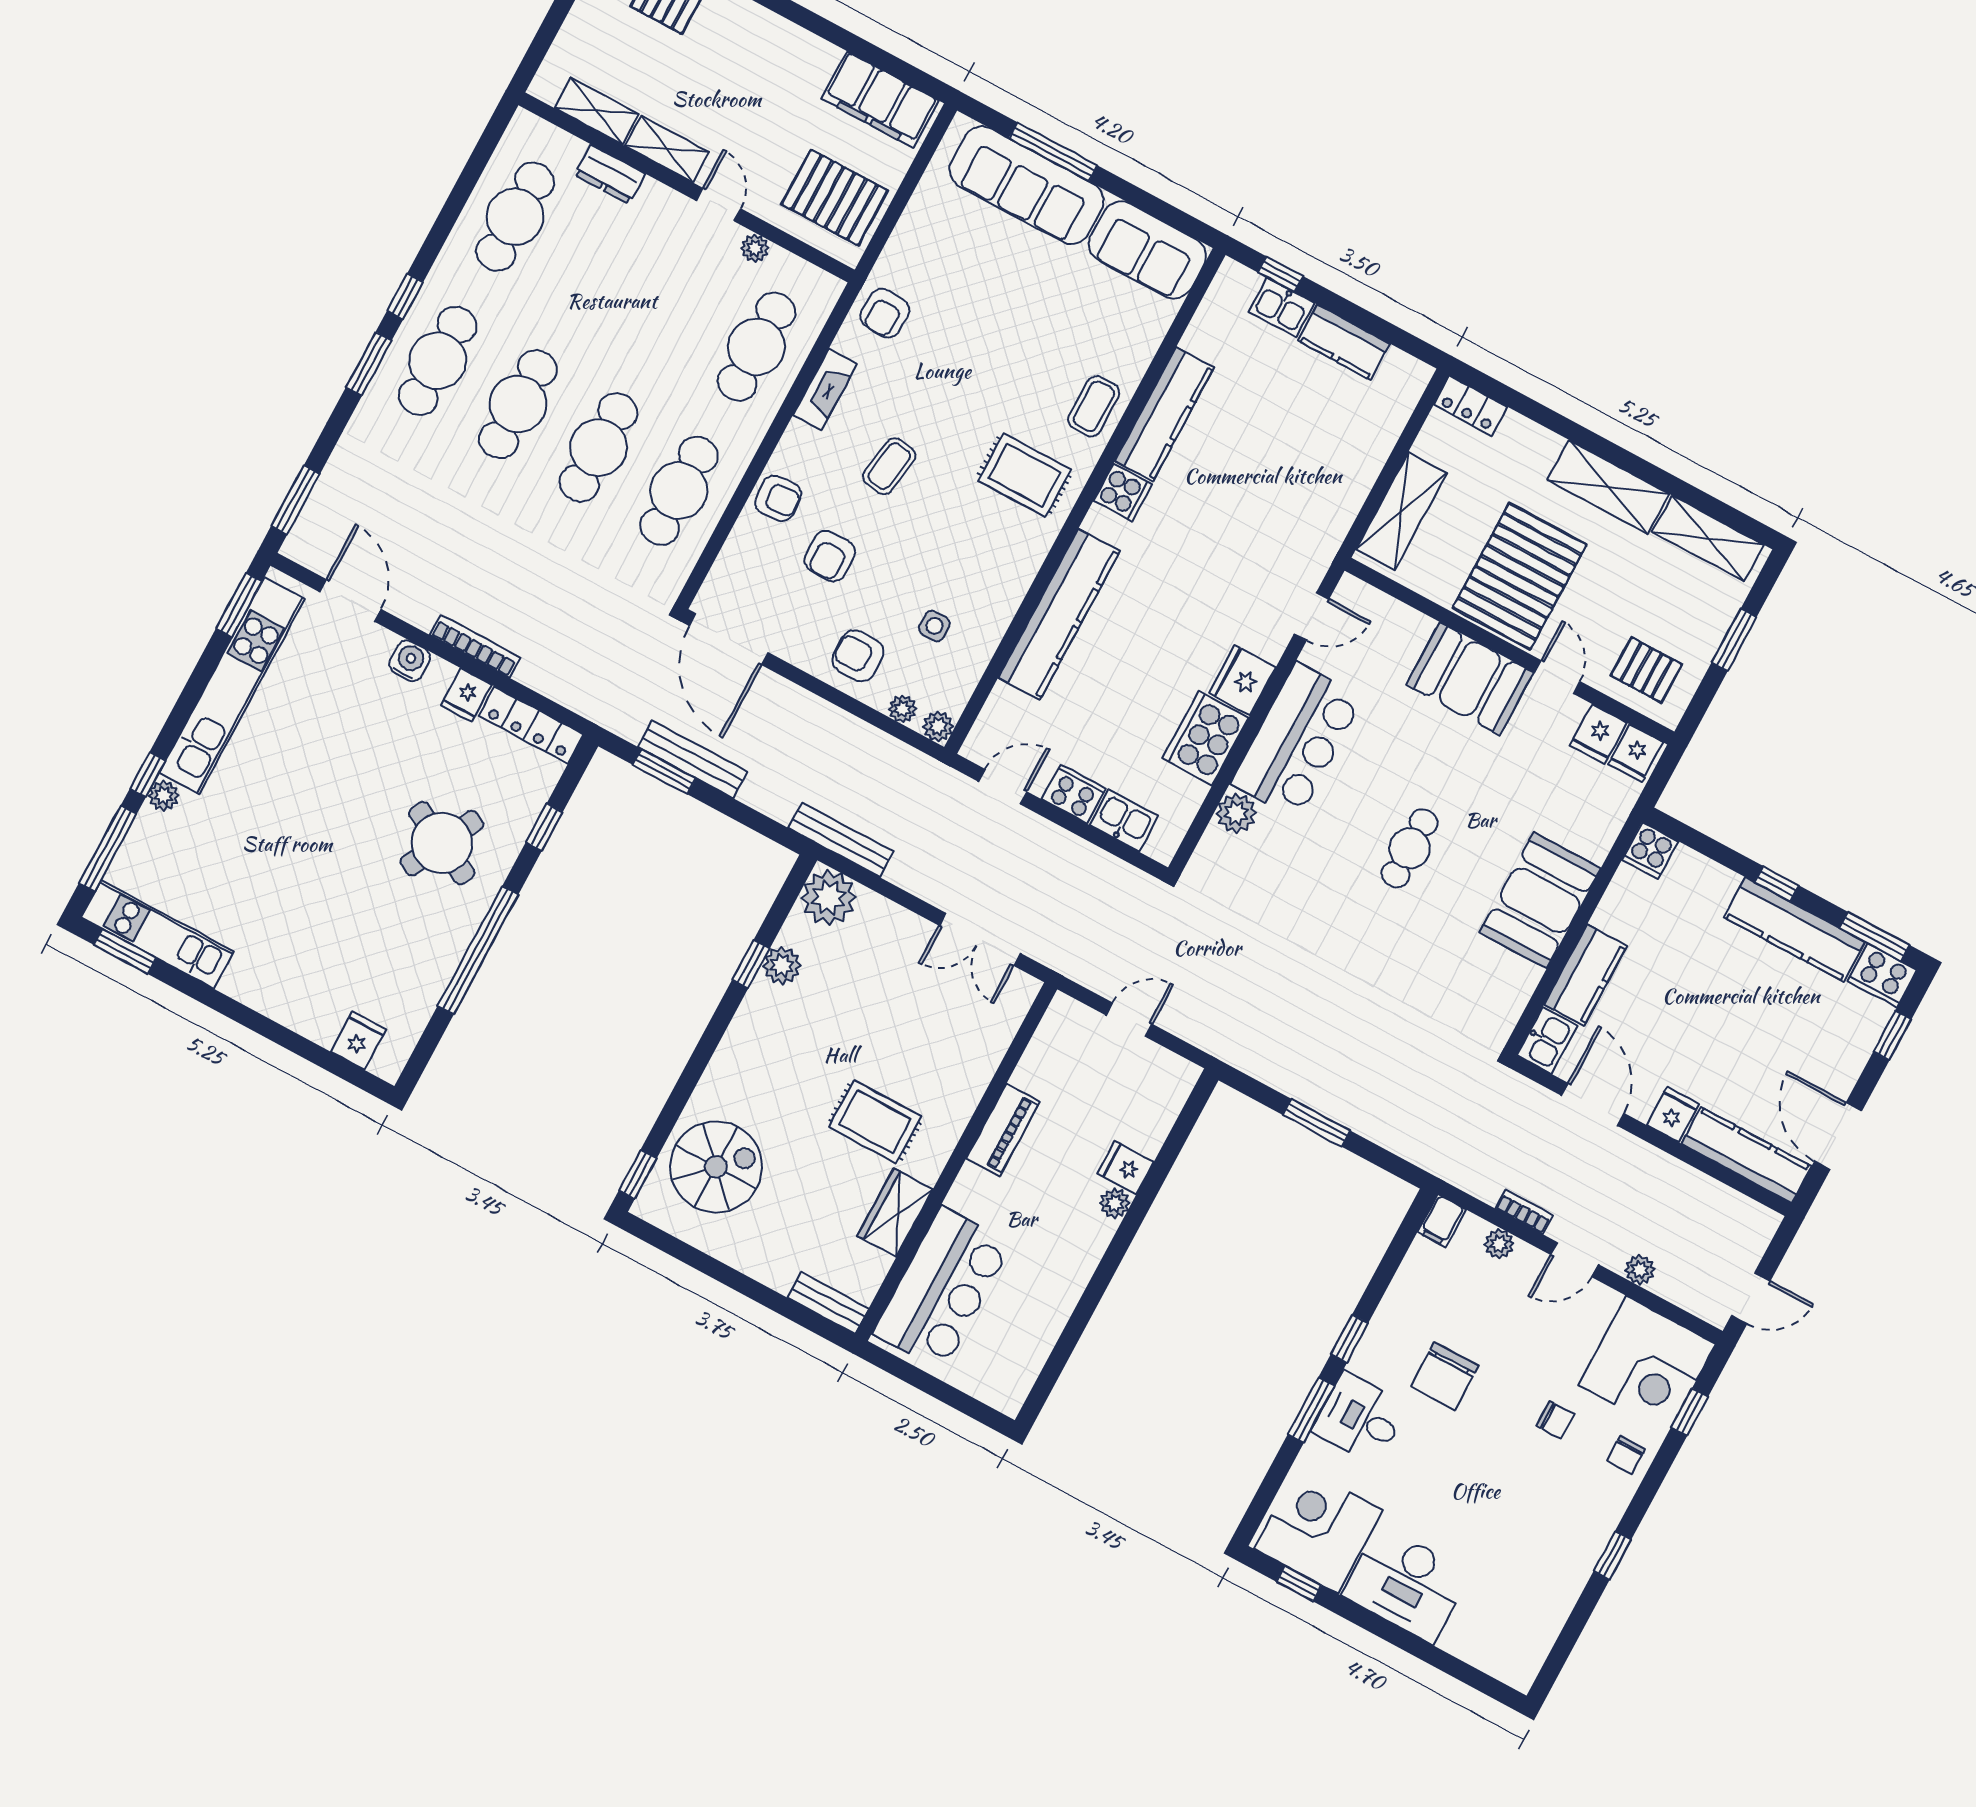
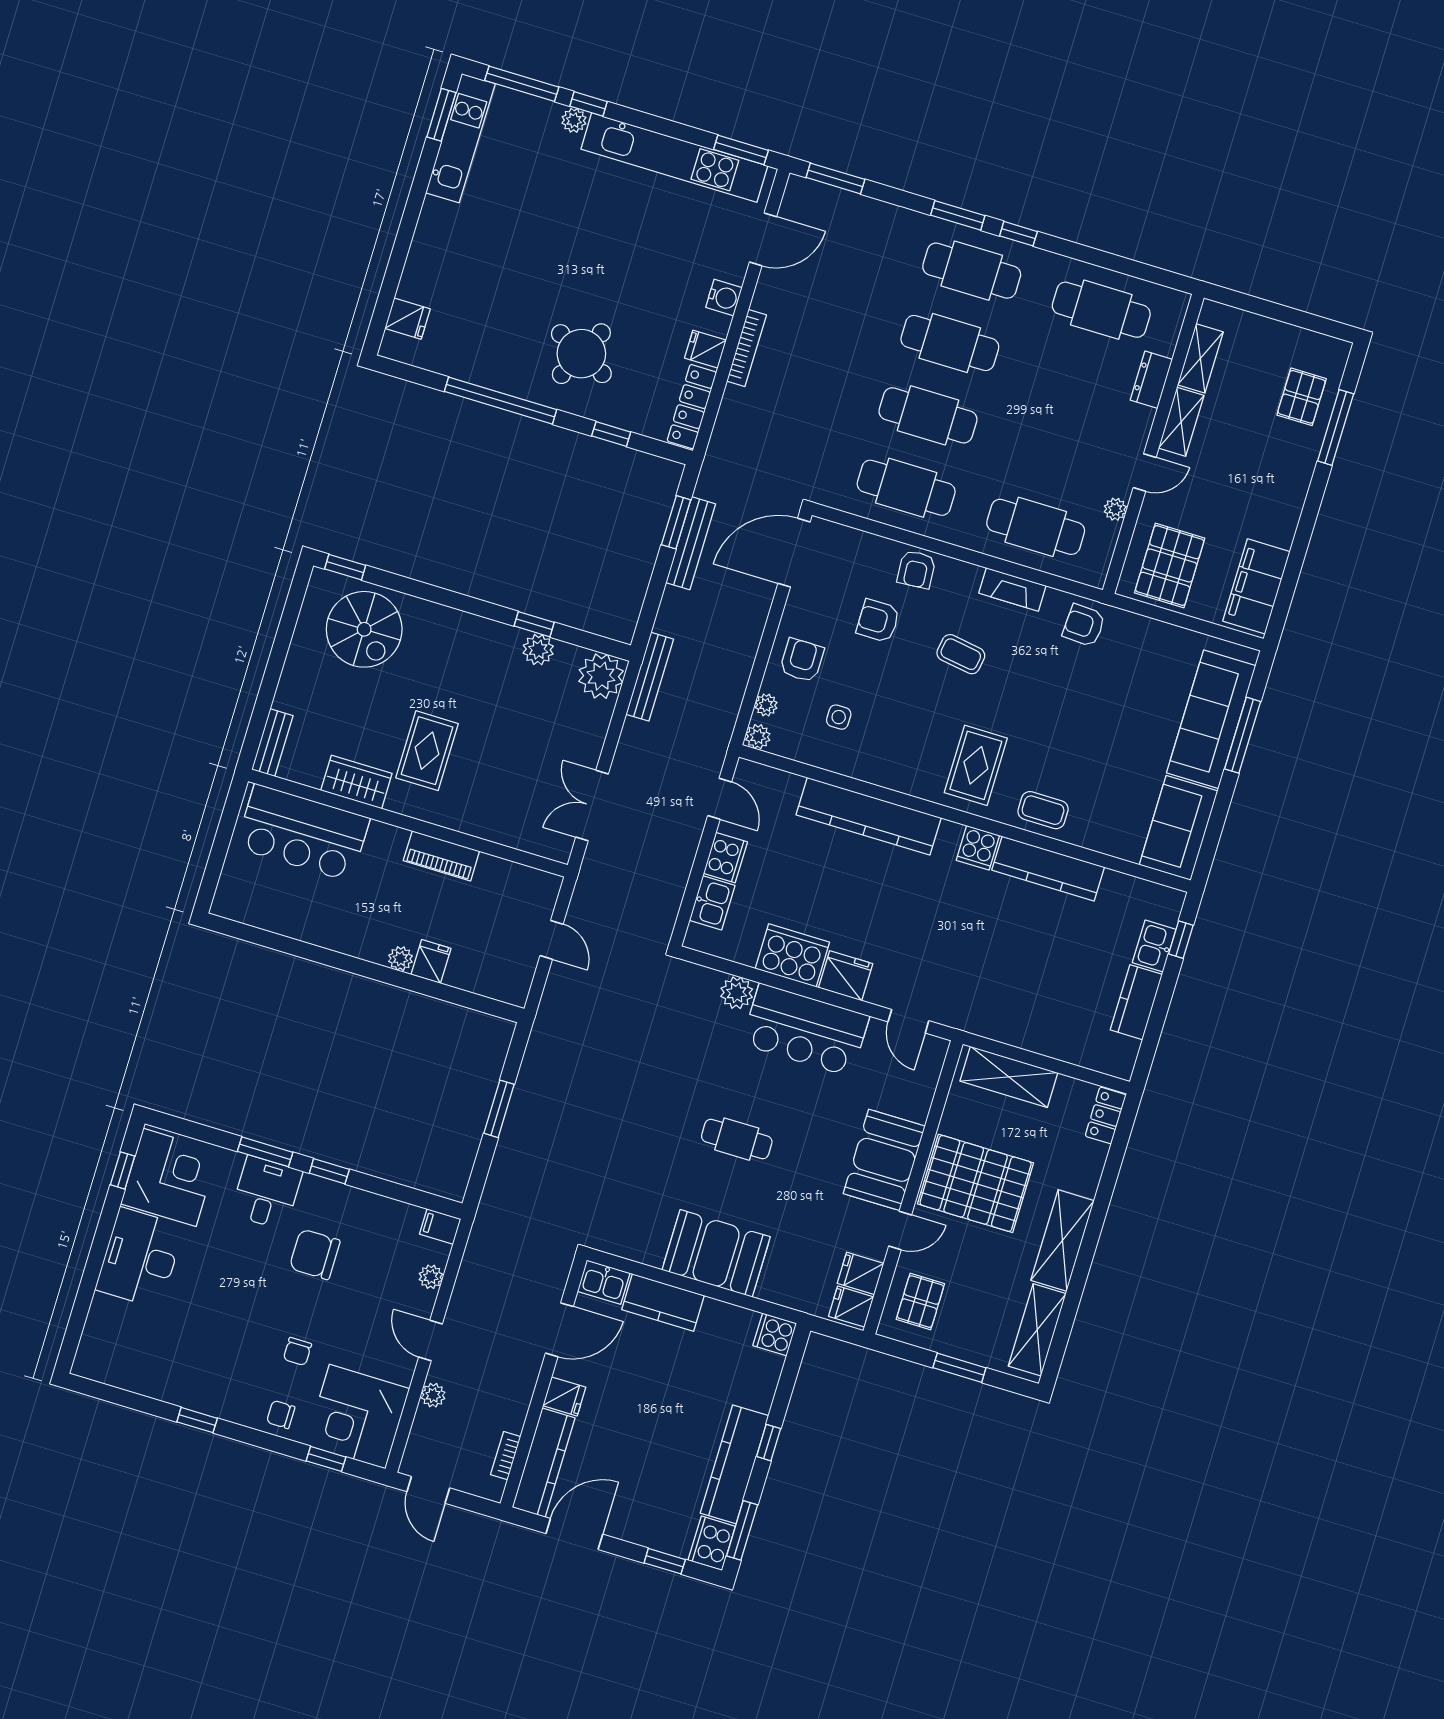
bookcase: (1524, 1212) -> (506, 1456), moved, turned 180

